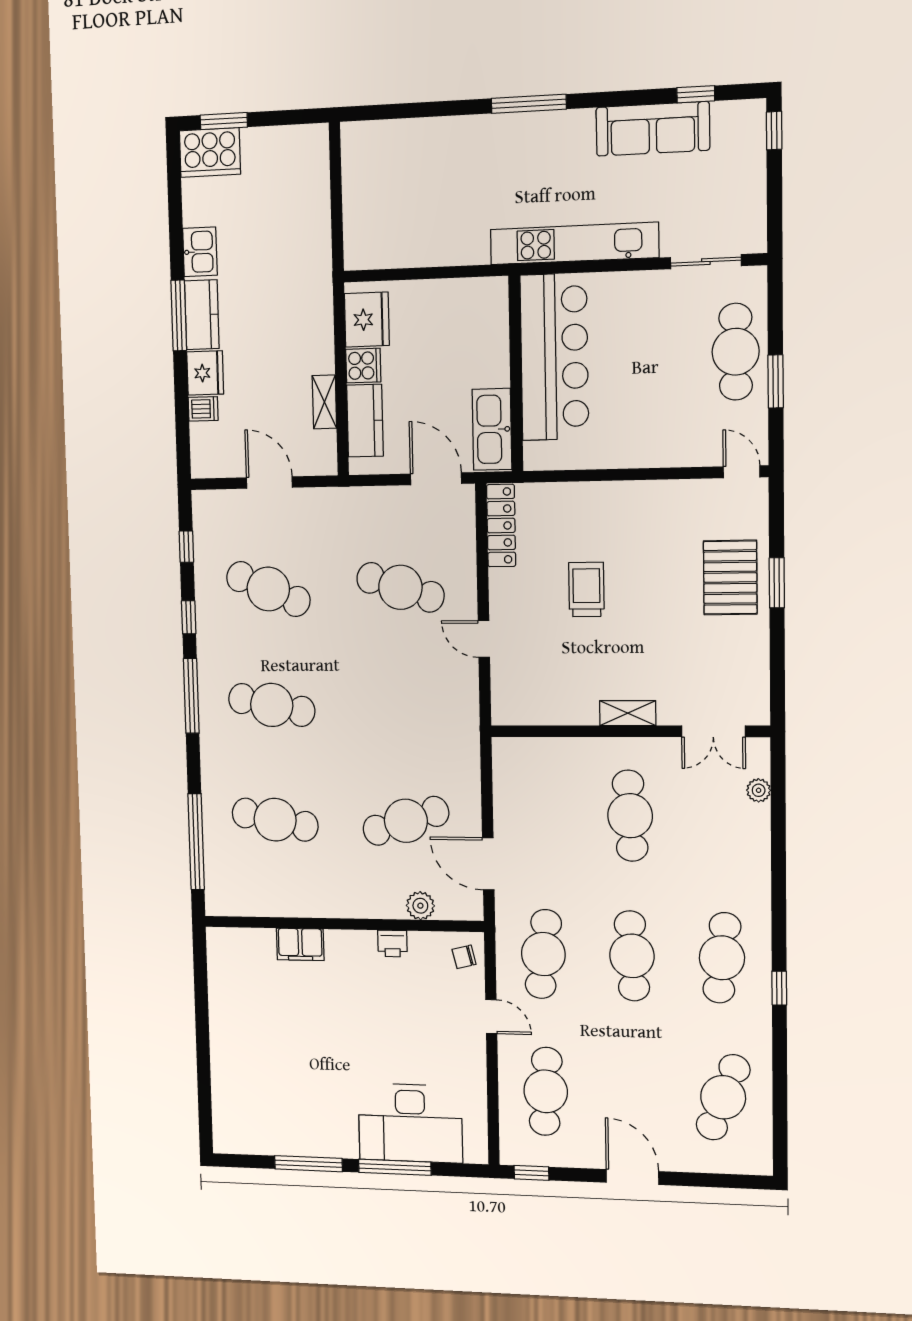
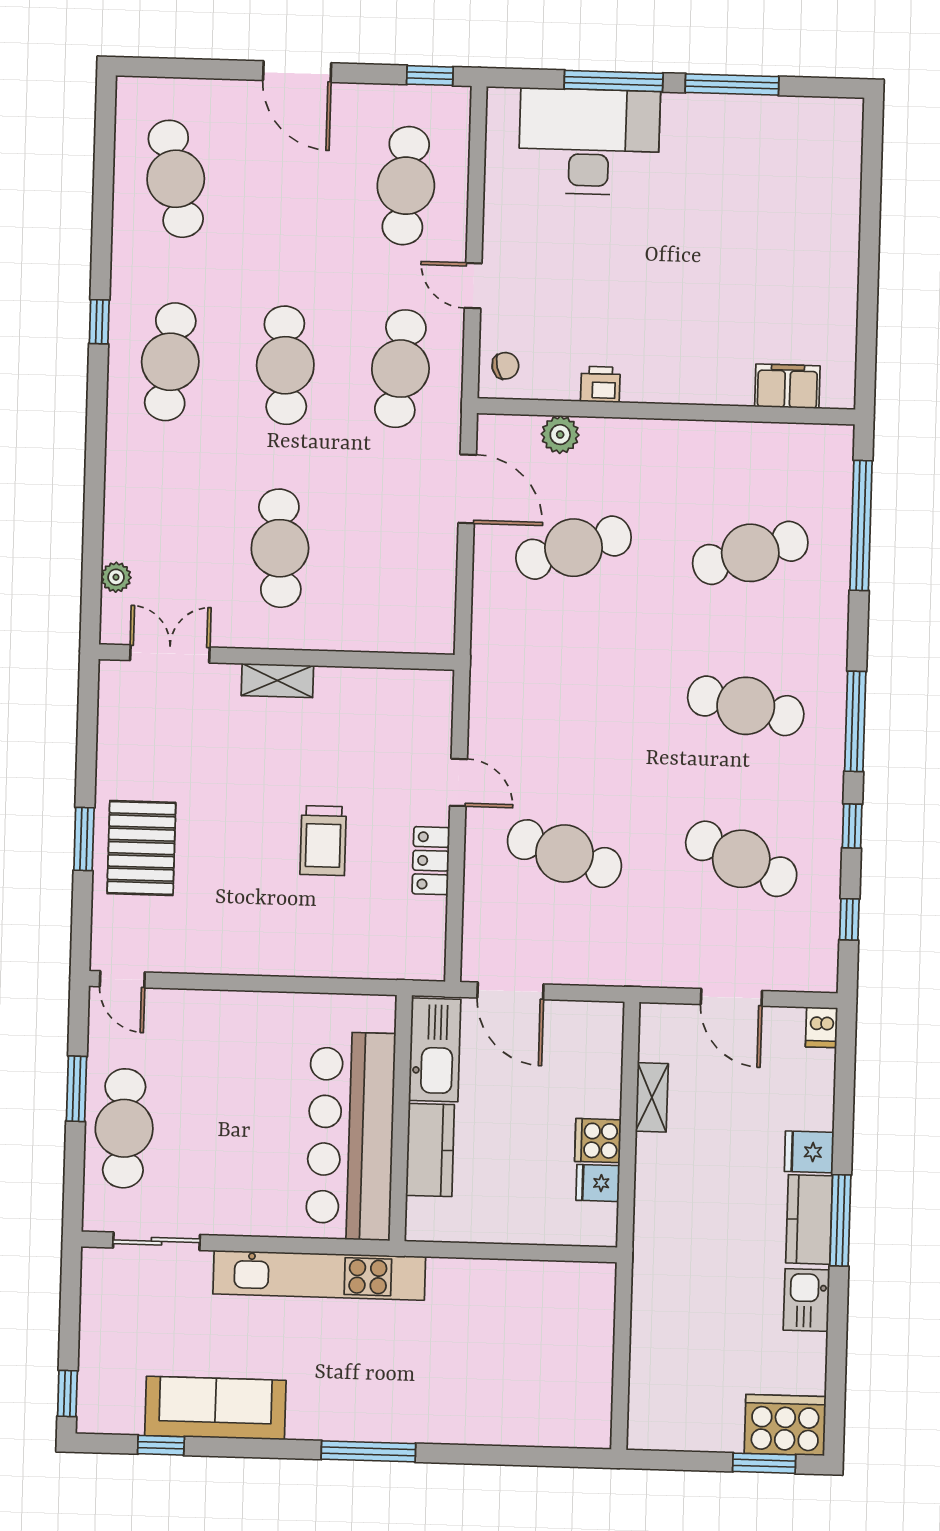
fridge: (367, 320) -> (598, 1183), width x0.53, depth x0.75
fridge: (205, 373) -> (809, 1152), width x0.72
dishwasher: (203, 409) -> (821, 1027), moved, turned -90
kitchen counter: (365, 421) -> (430, 1150), moved, turned 180
locker: (501, 526) -> (431, 861), moved, width x0.66
cafe table: (275, 820) -> (750, 553), turned -30
filing cabinet: (300, 944) -> (787, 386), moved
cafe table: (723, 1097) -> (176, 179), turned -33

